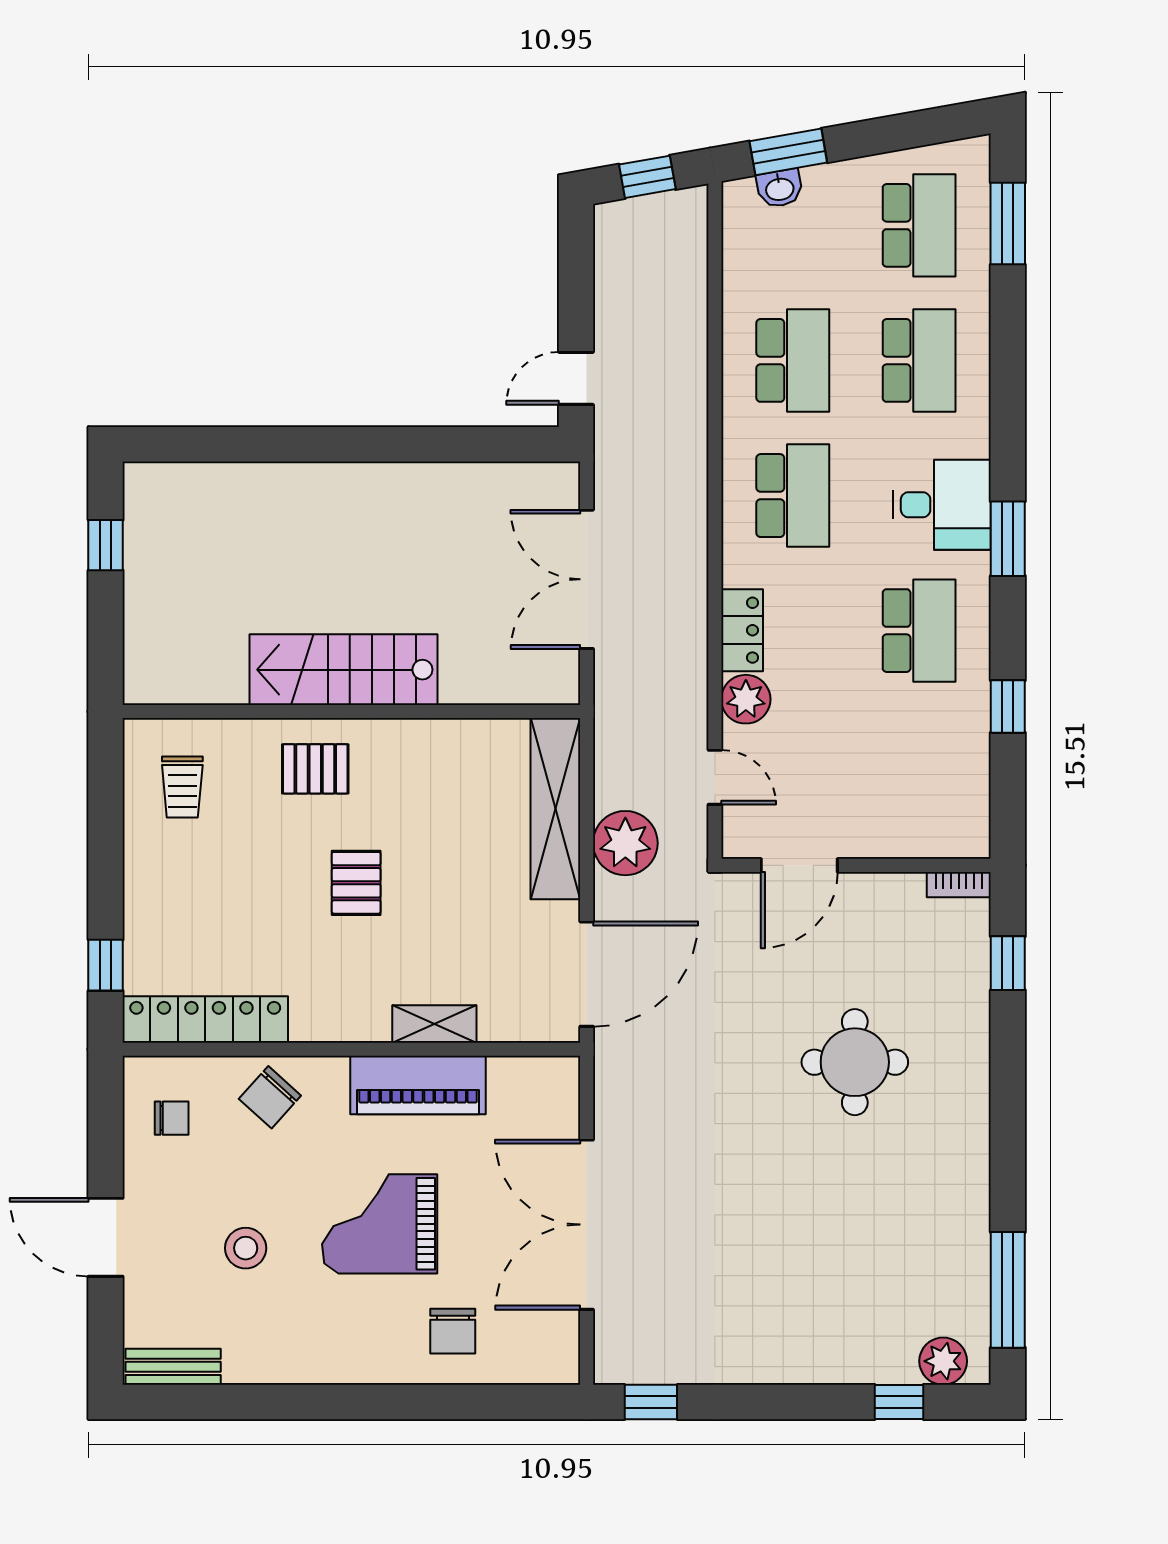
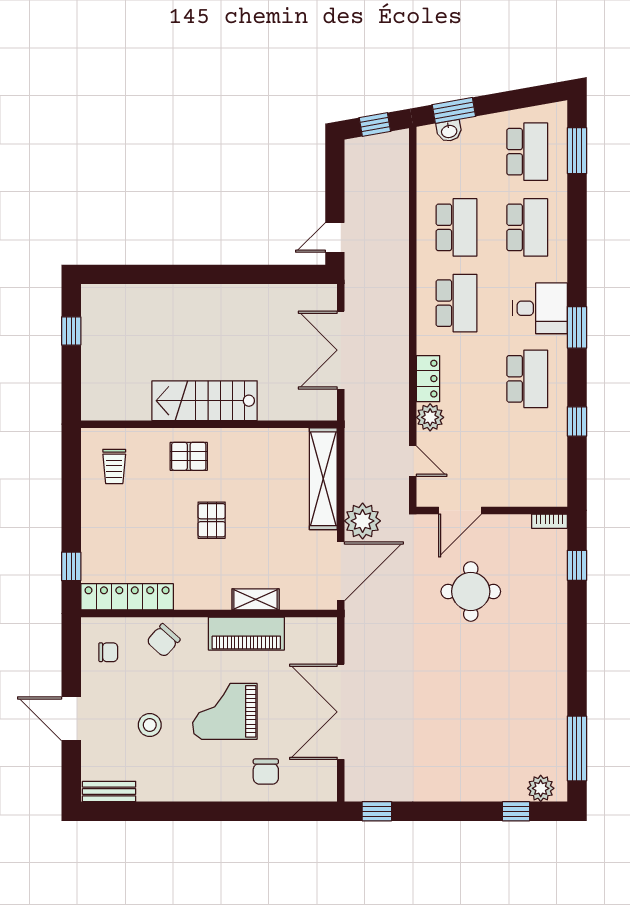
plant: (625, 843) -> (363, 521), moved
round table: (855, 1062) -> (471, 591), moved

